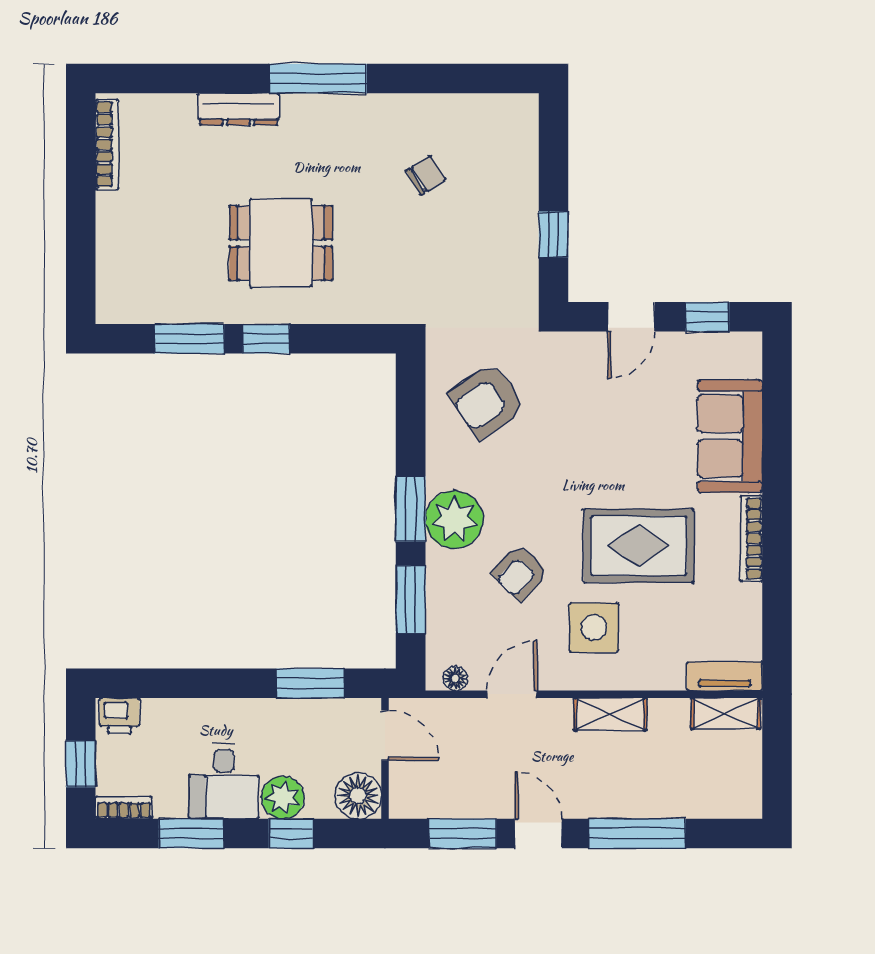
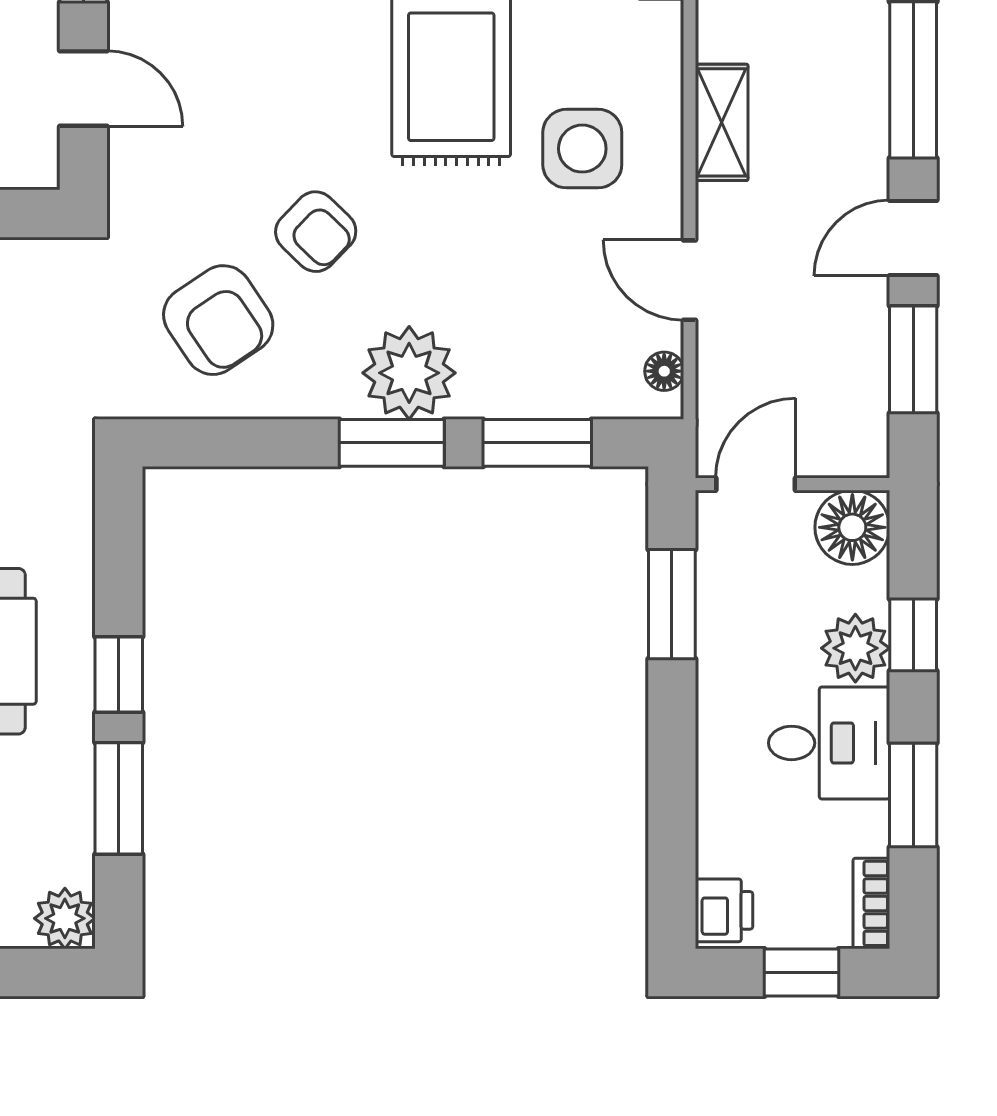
plant: (114, 305) -> (65, 918), added
armchair: (520, 573) -> (316, 232), moved

